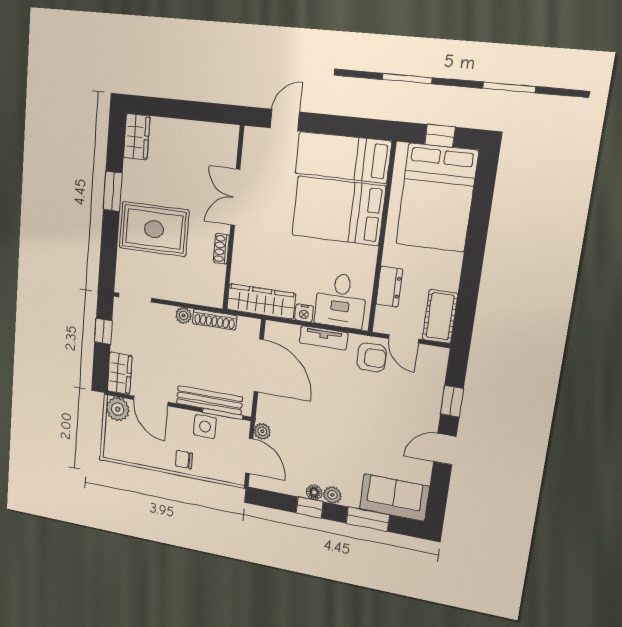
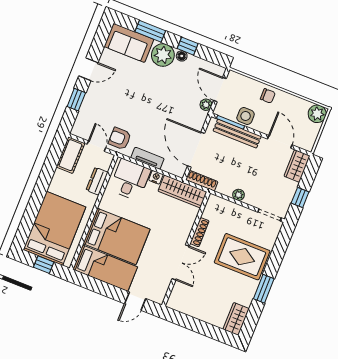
shoe rack: (221, 249) -> (200, 232), width x1.43
shoe rack: (215, 320) -> (202, 181), moved
plant: (118, 409) -> (317, 114), moved
plant: (332, 495) -> (163, 55), width x1.88, depth x1.88

